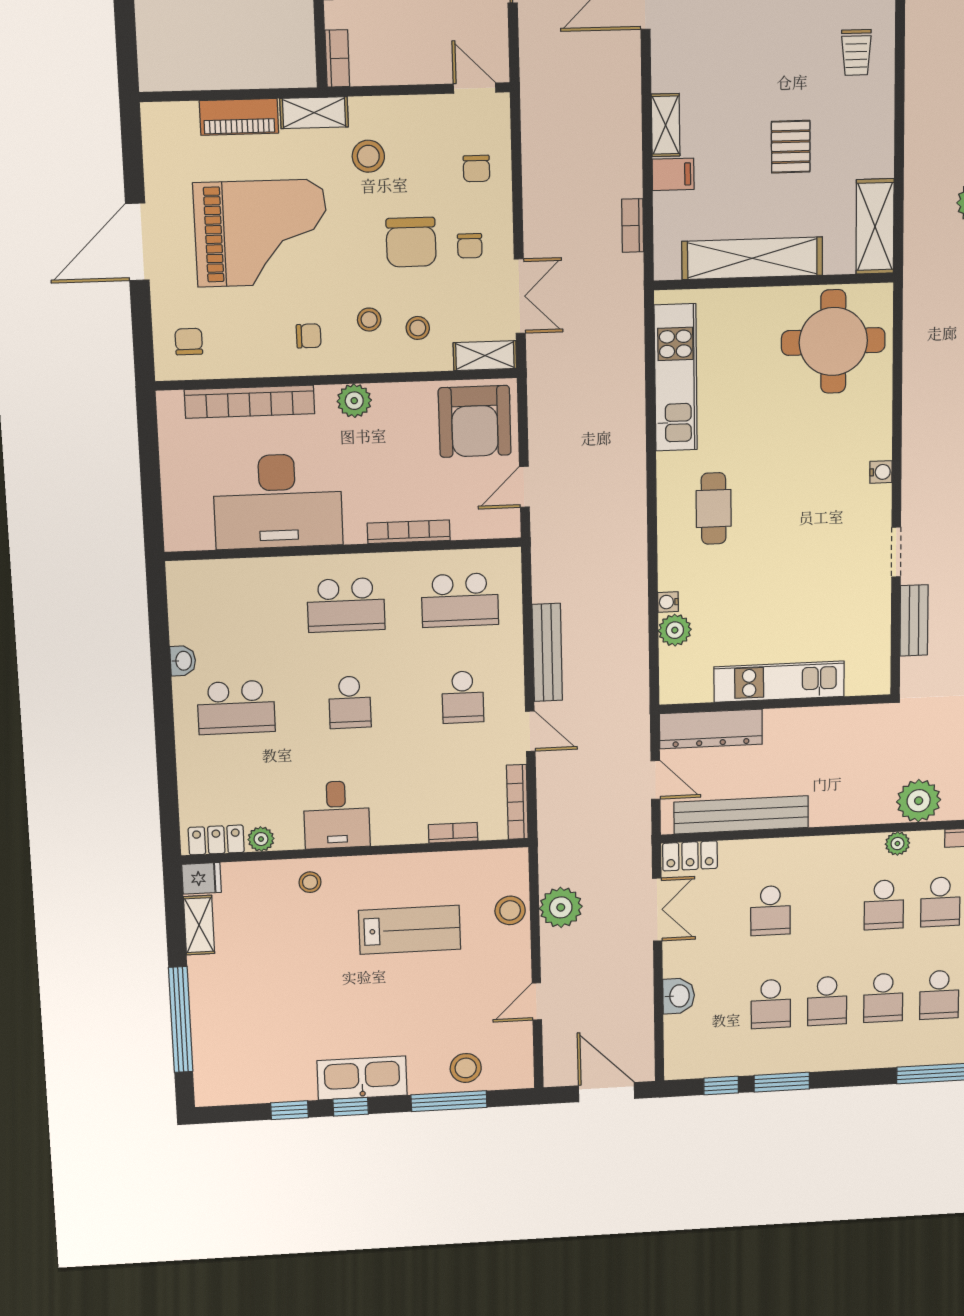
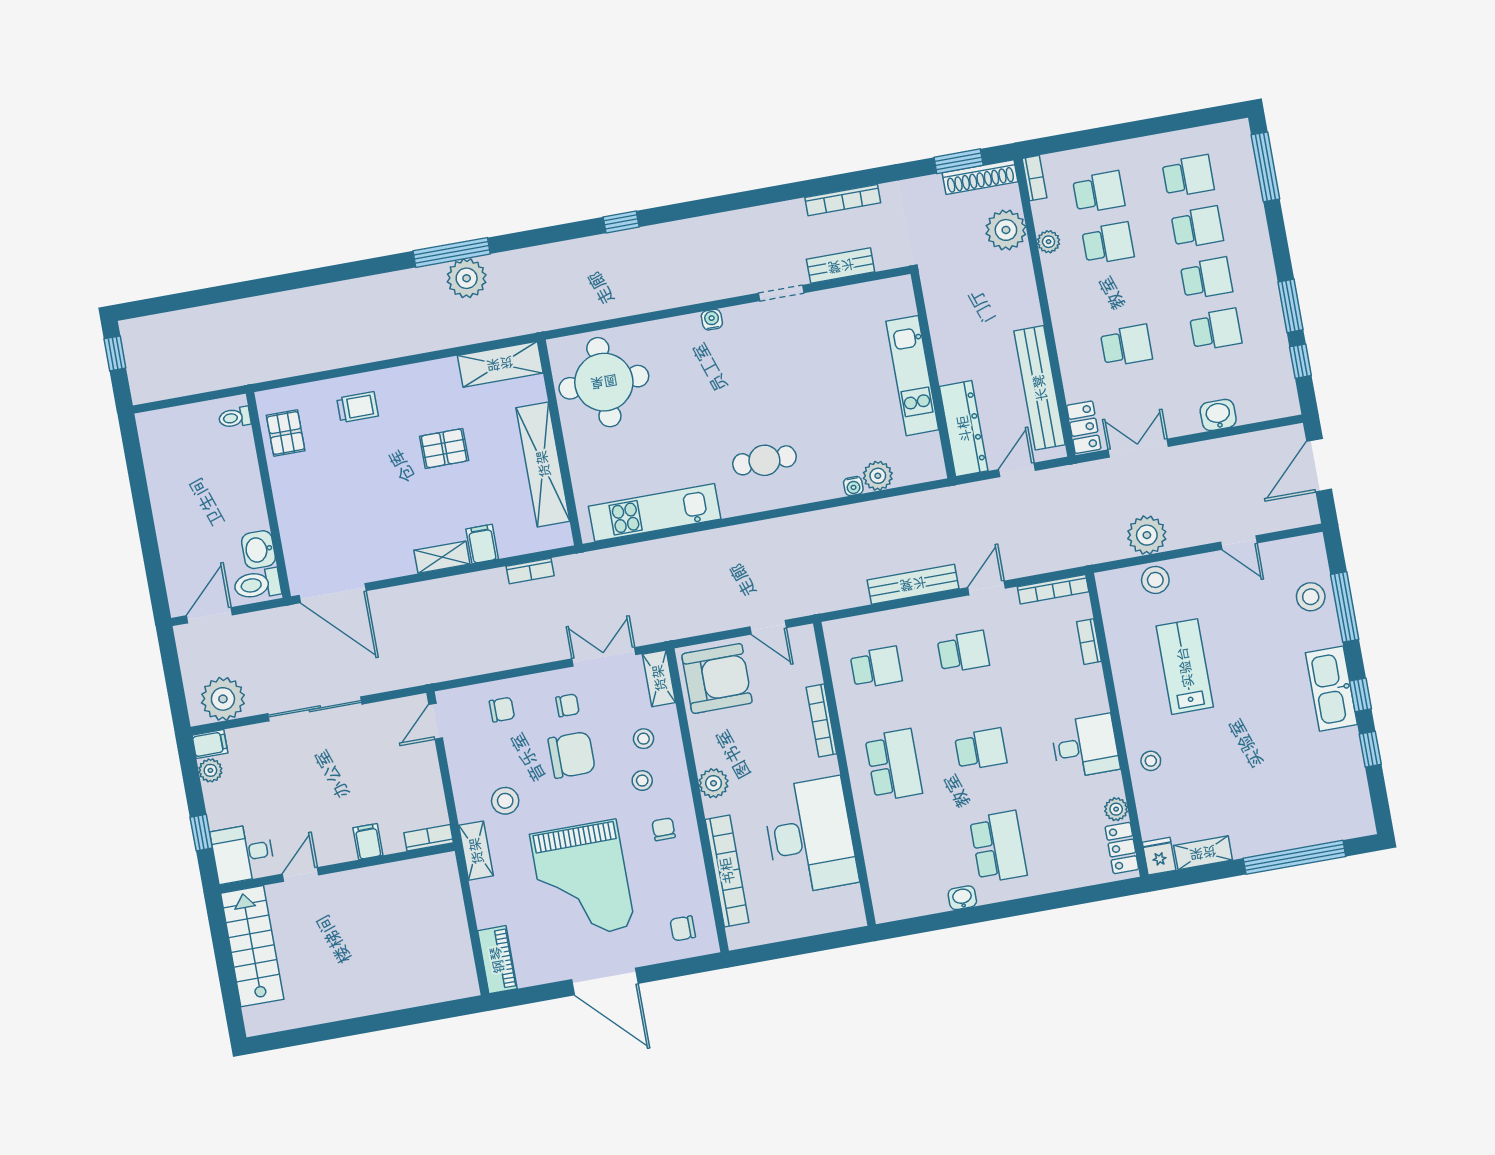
piano: (239, 117) -> (497, 960), moved
grand piano: (261, 233) -> (582, 881), turned 180
school desk: (460, 600) -> (876, 667), width x0.54

